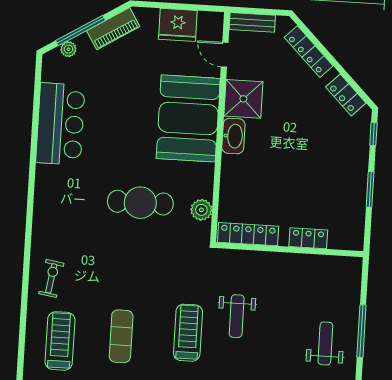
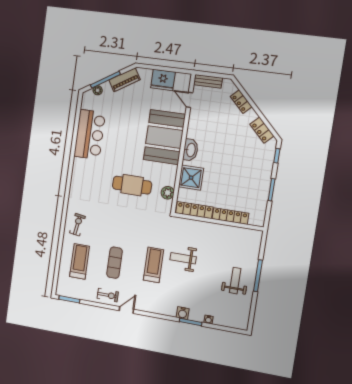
locker: (309, 52) -> (241, 102), width x0.66
shower: (243, 99) -> (191, 178), moved
locker: (308, 238) -> (230, 216), width x1.53
weight bench: (237, 316) -> (183, 258), turned 90

